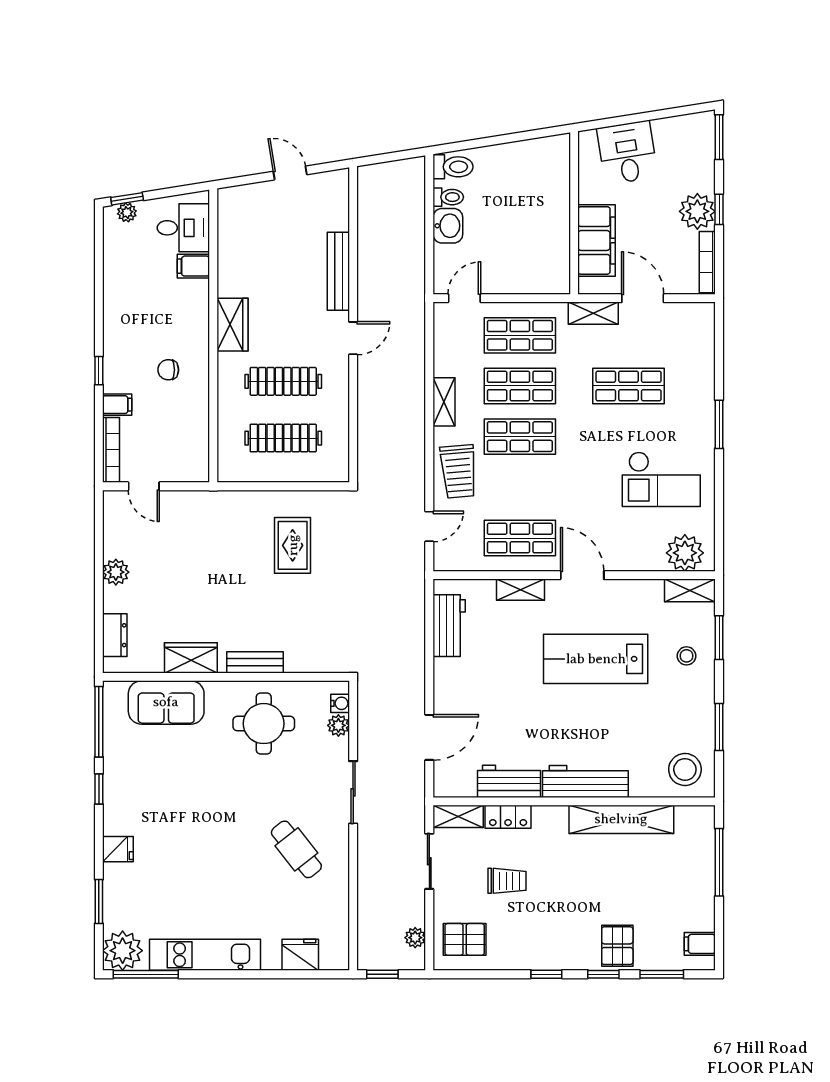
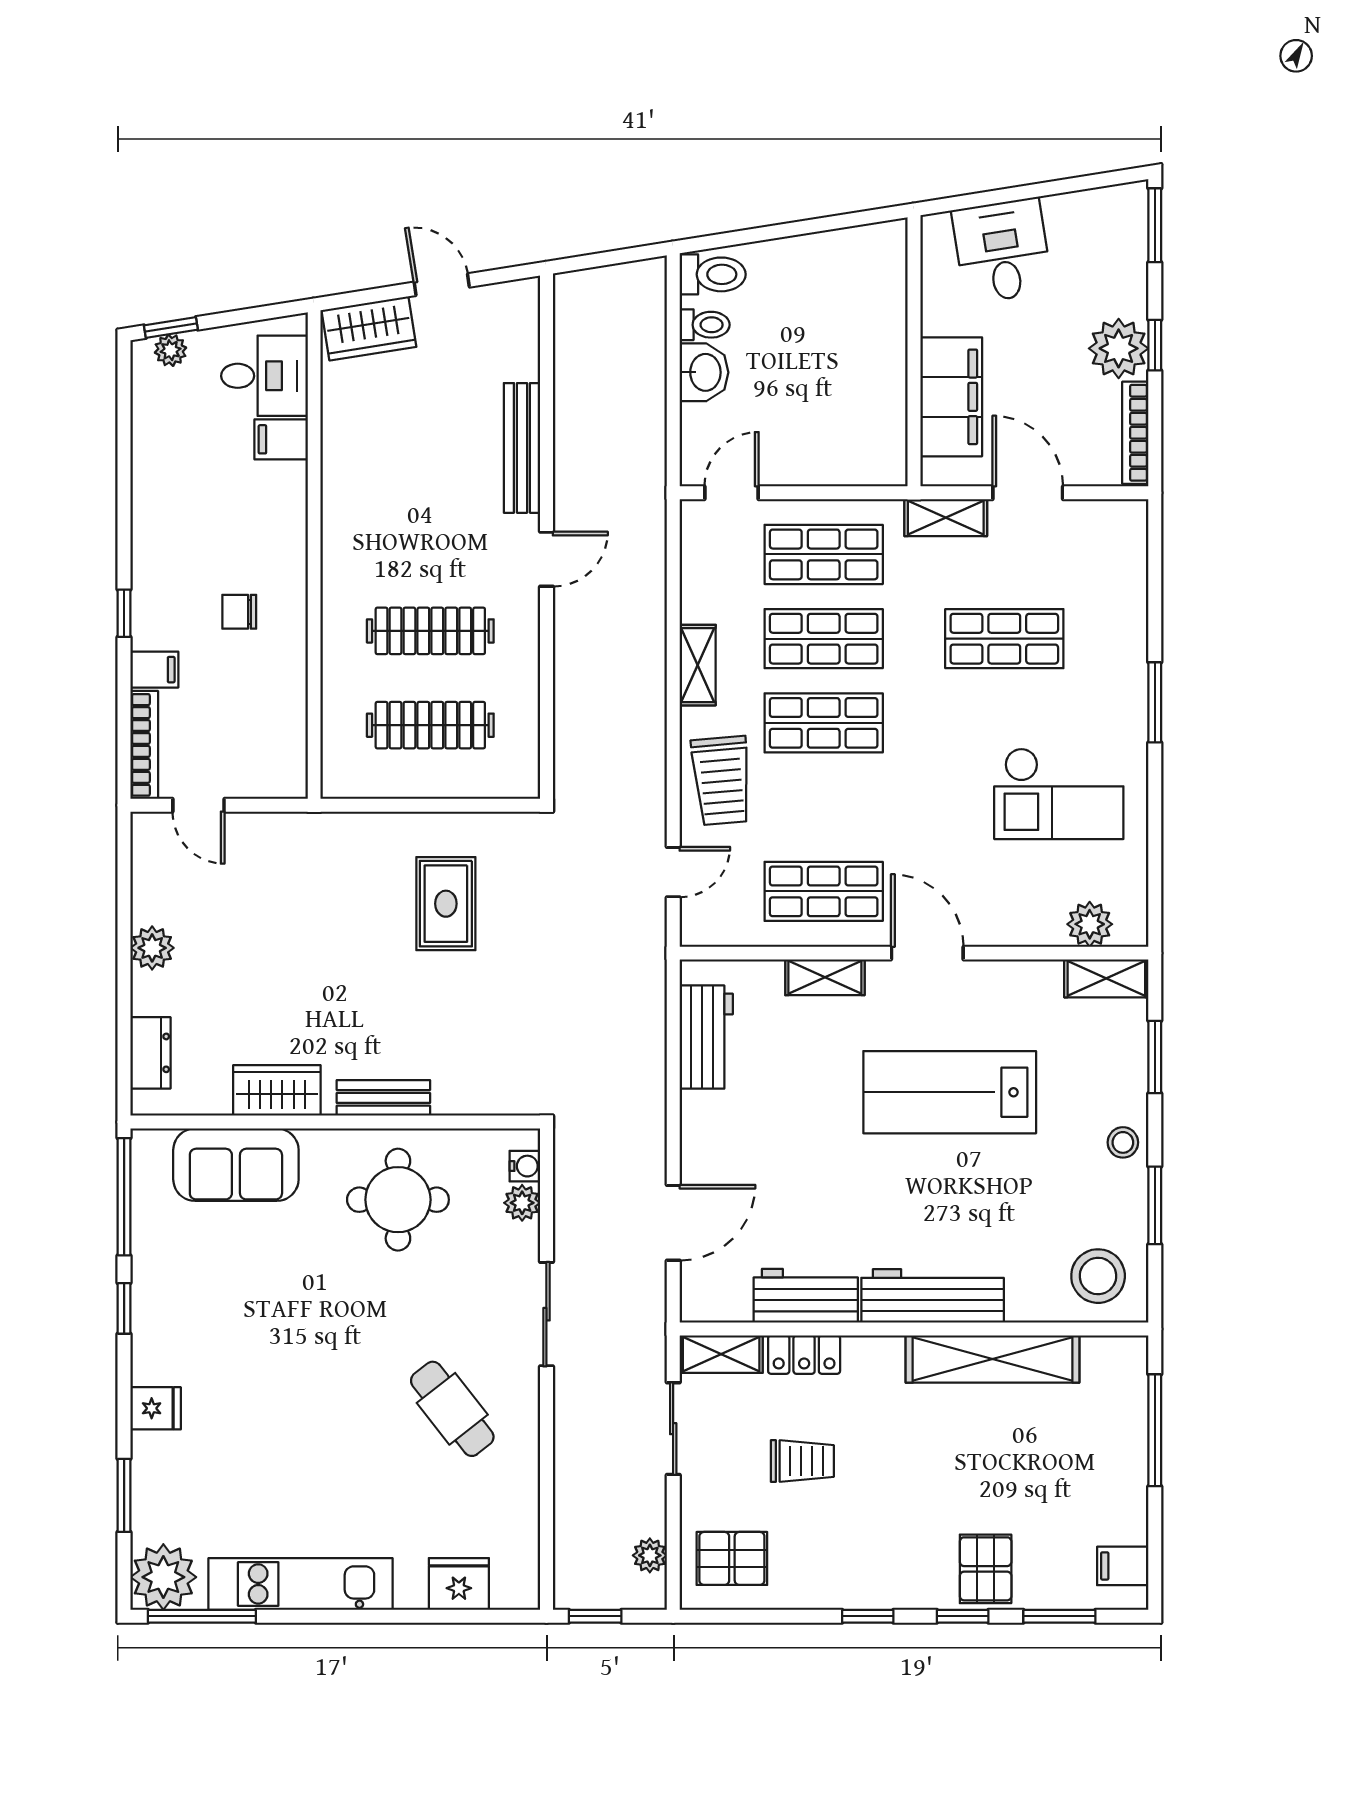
wardrobe: (232, 325) -> (369, 328), moved, turned 81
plant: (685, 553) -> (1090, 924), width x0.73, depth x0.73
stool: (686, 656) -> (1123, 1142), moved

